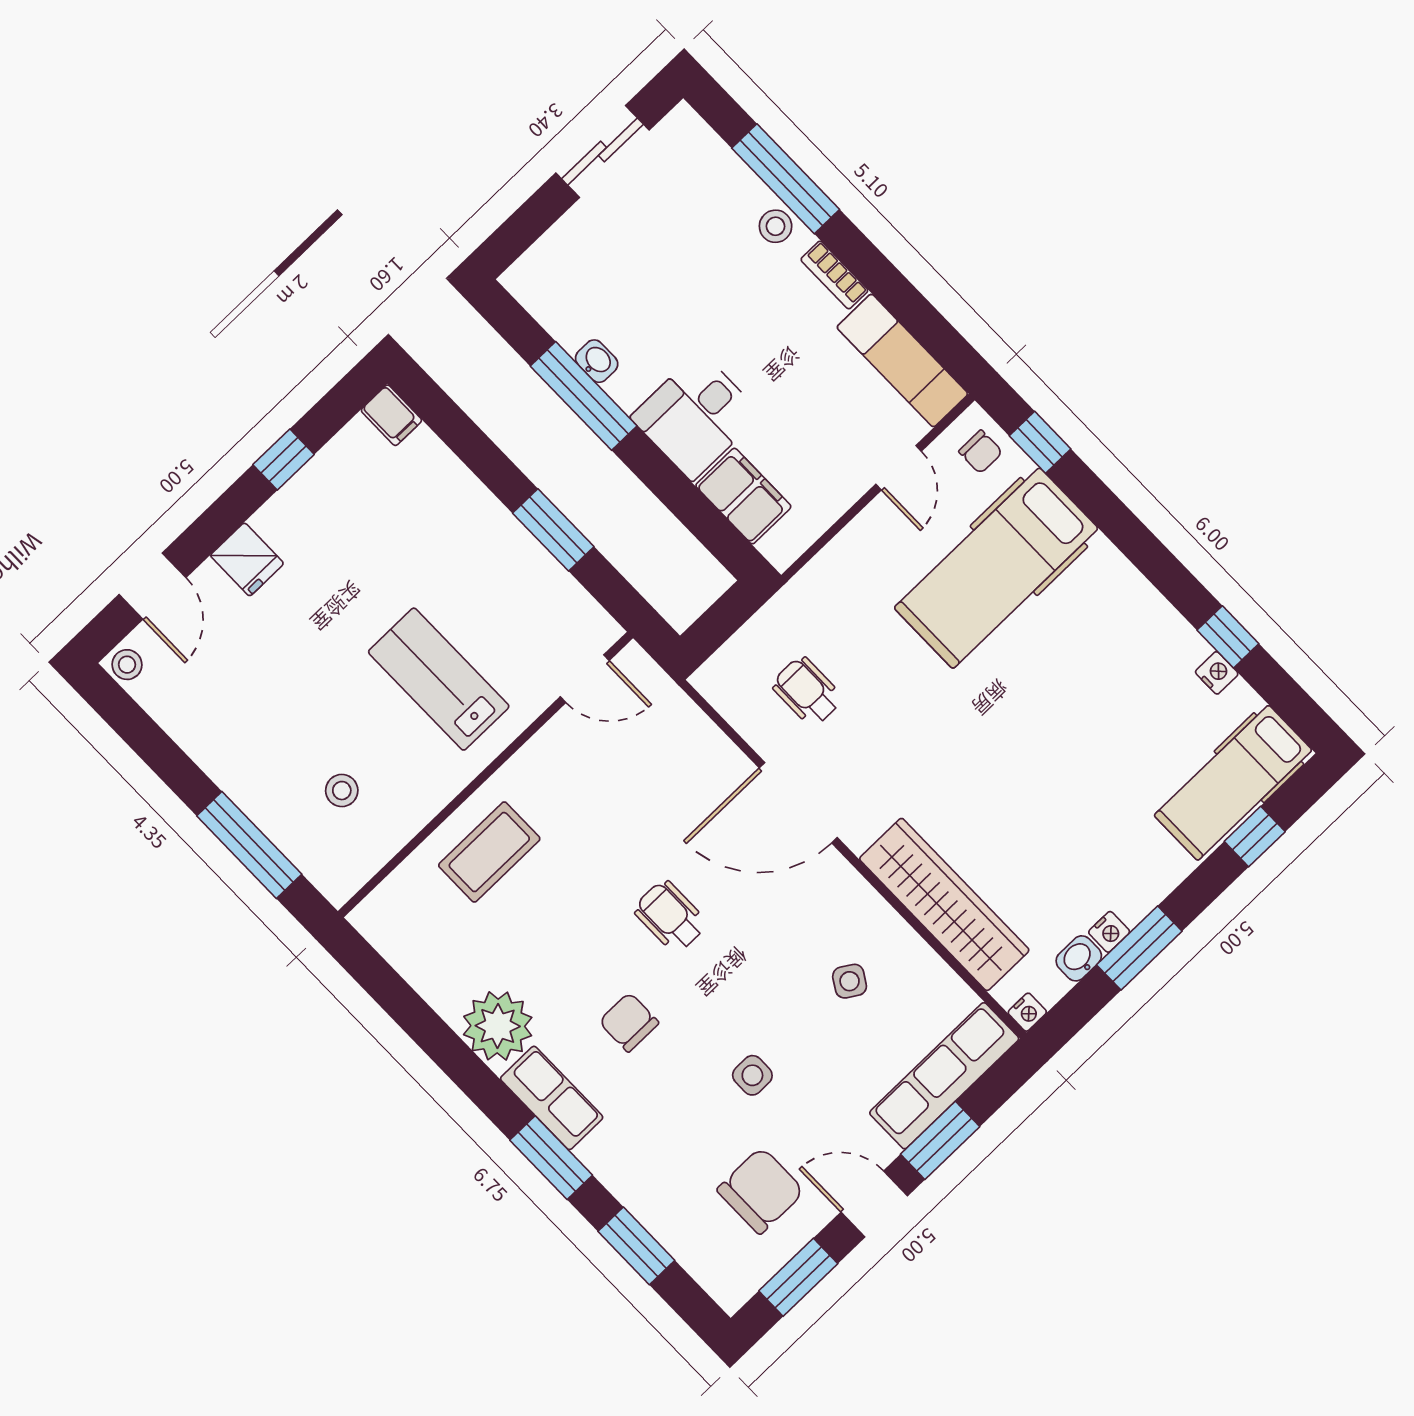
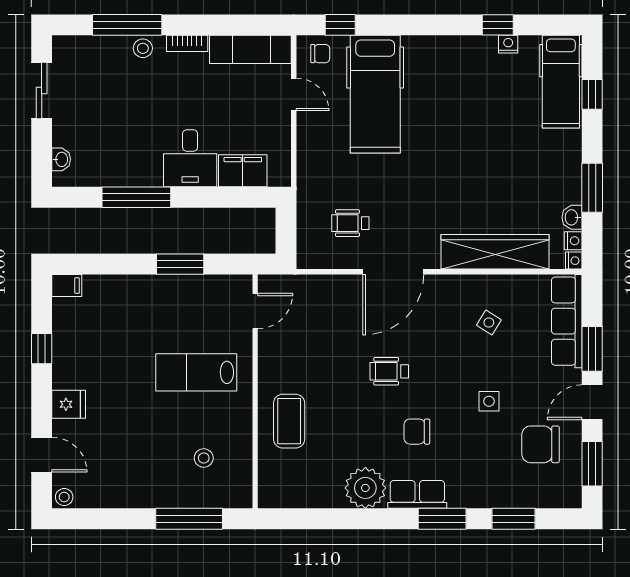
washbasin: (597, 361) -> (61, 159), moved, turned 90
nightstand: (1109, 932) -> (573, 241), moved
chair: (761, 1191) -> (541, 444), turned -90

